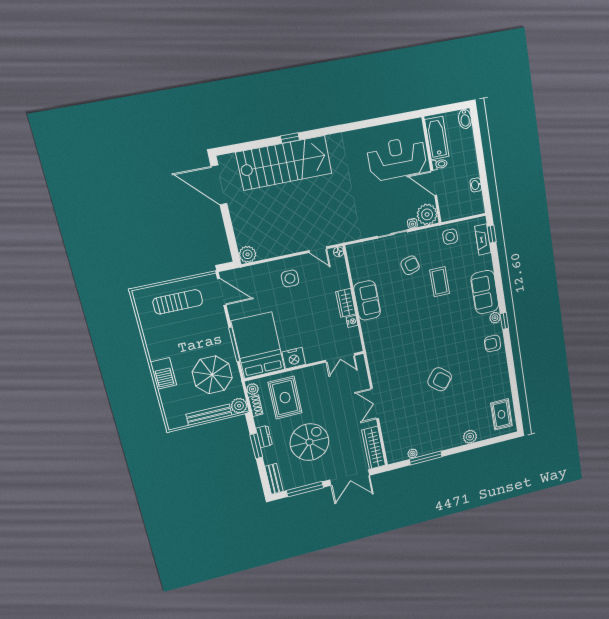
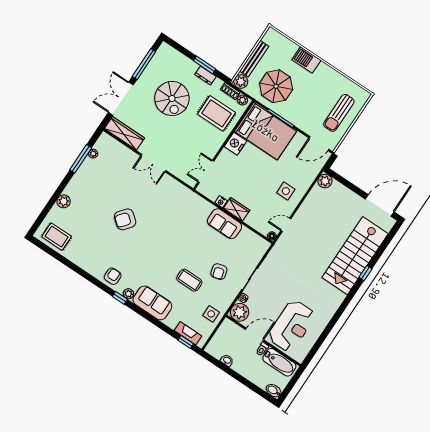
double door: (375, 404) -> (153, 163), swing flipped
bench: (274, 479) -> (172, 53), removed

